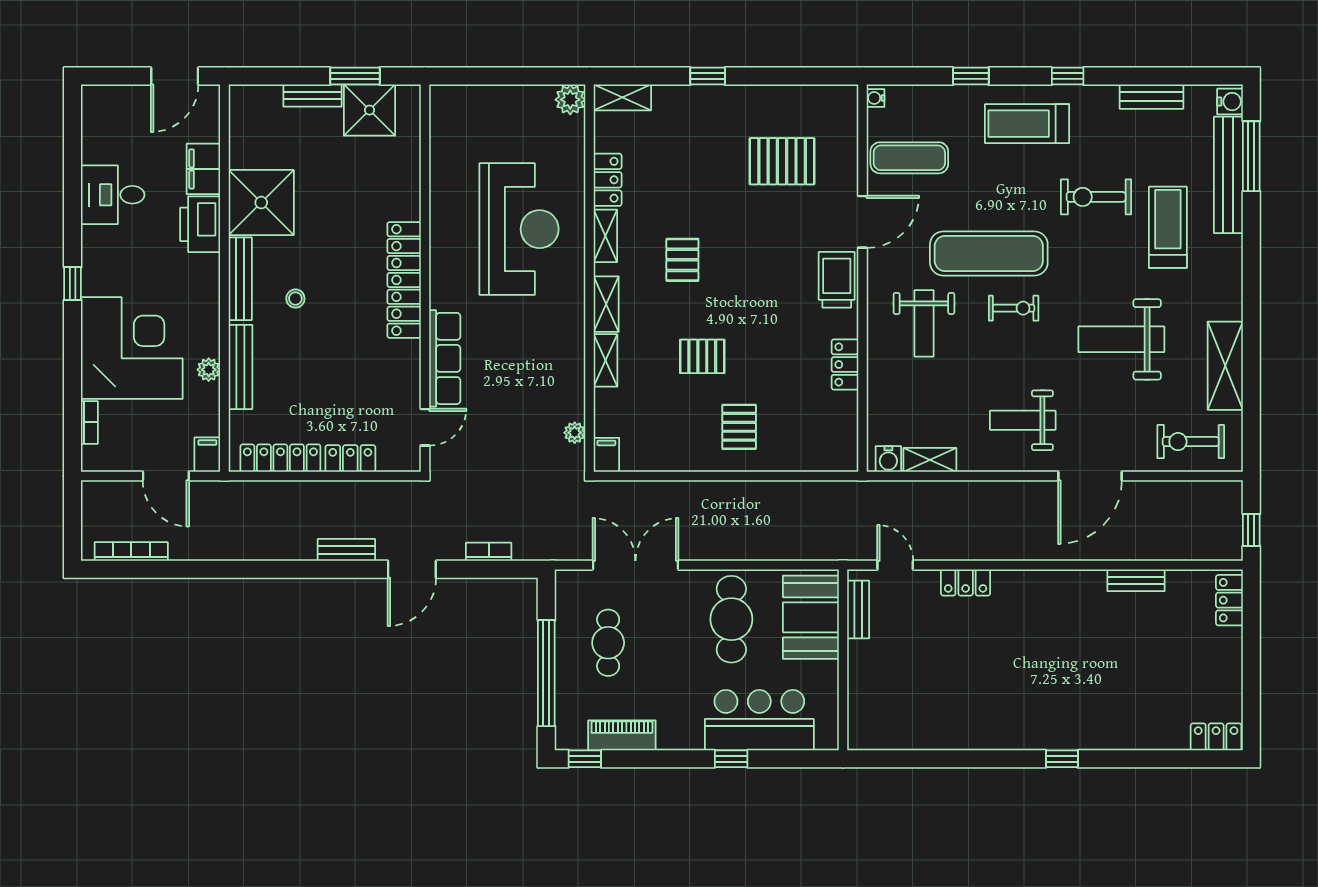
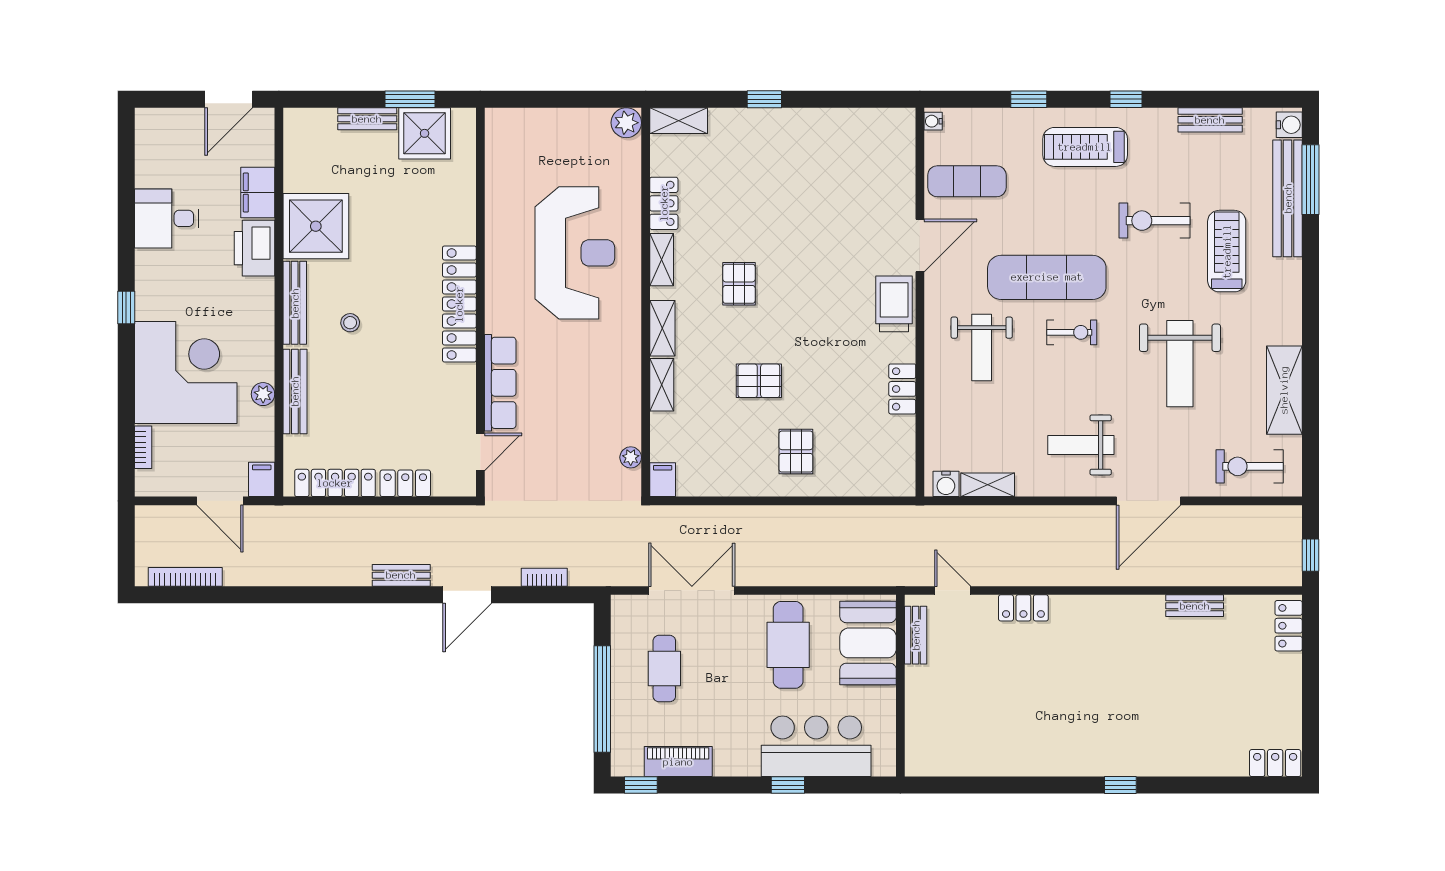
pallet: (782, 161) -> (839, 185), removed
weight bench: (1121, 339) -> (1180, 364), turned -90

